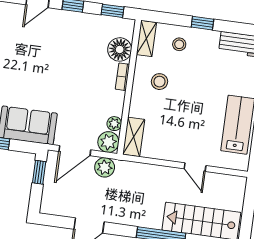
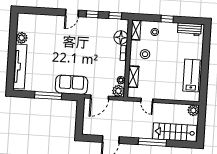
shelving: (134, 137) -> (133, 77), moved
plant: (105, 167) -> (193, 110), moved
door: (195, 167) -> (147, 100), moved
window: (39, 172) -> (80, 111), removed

